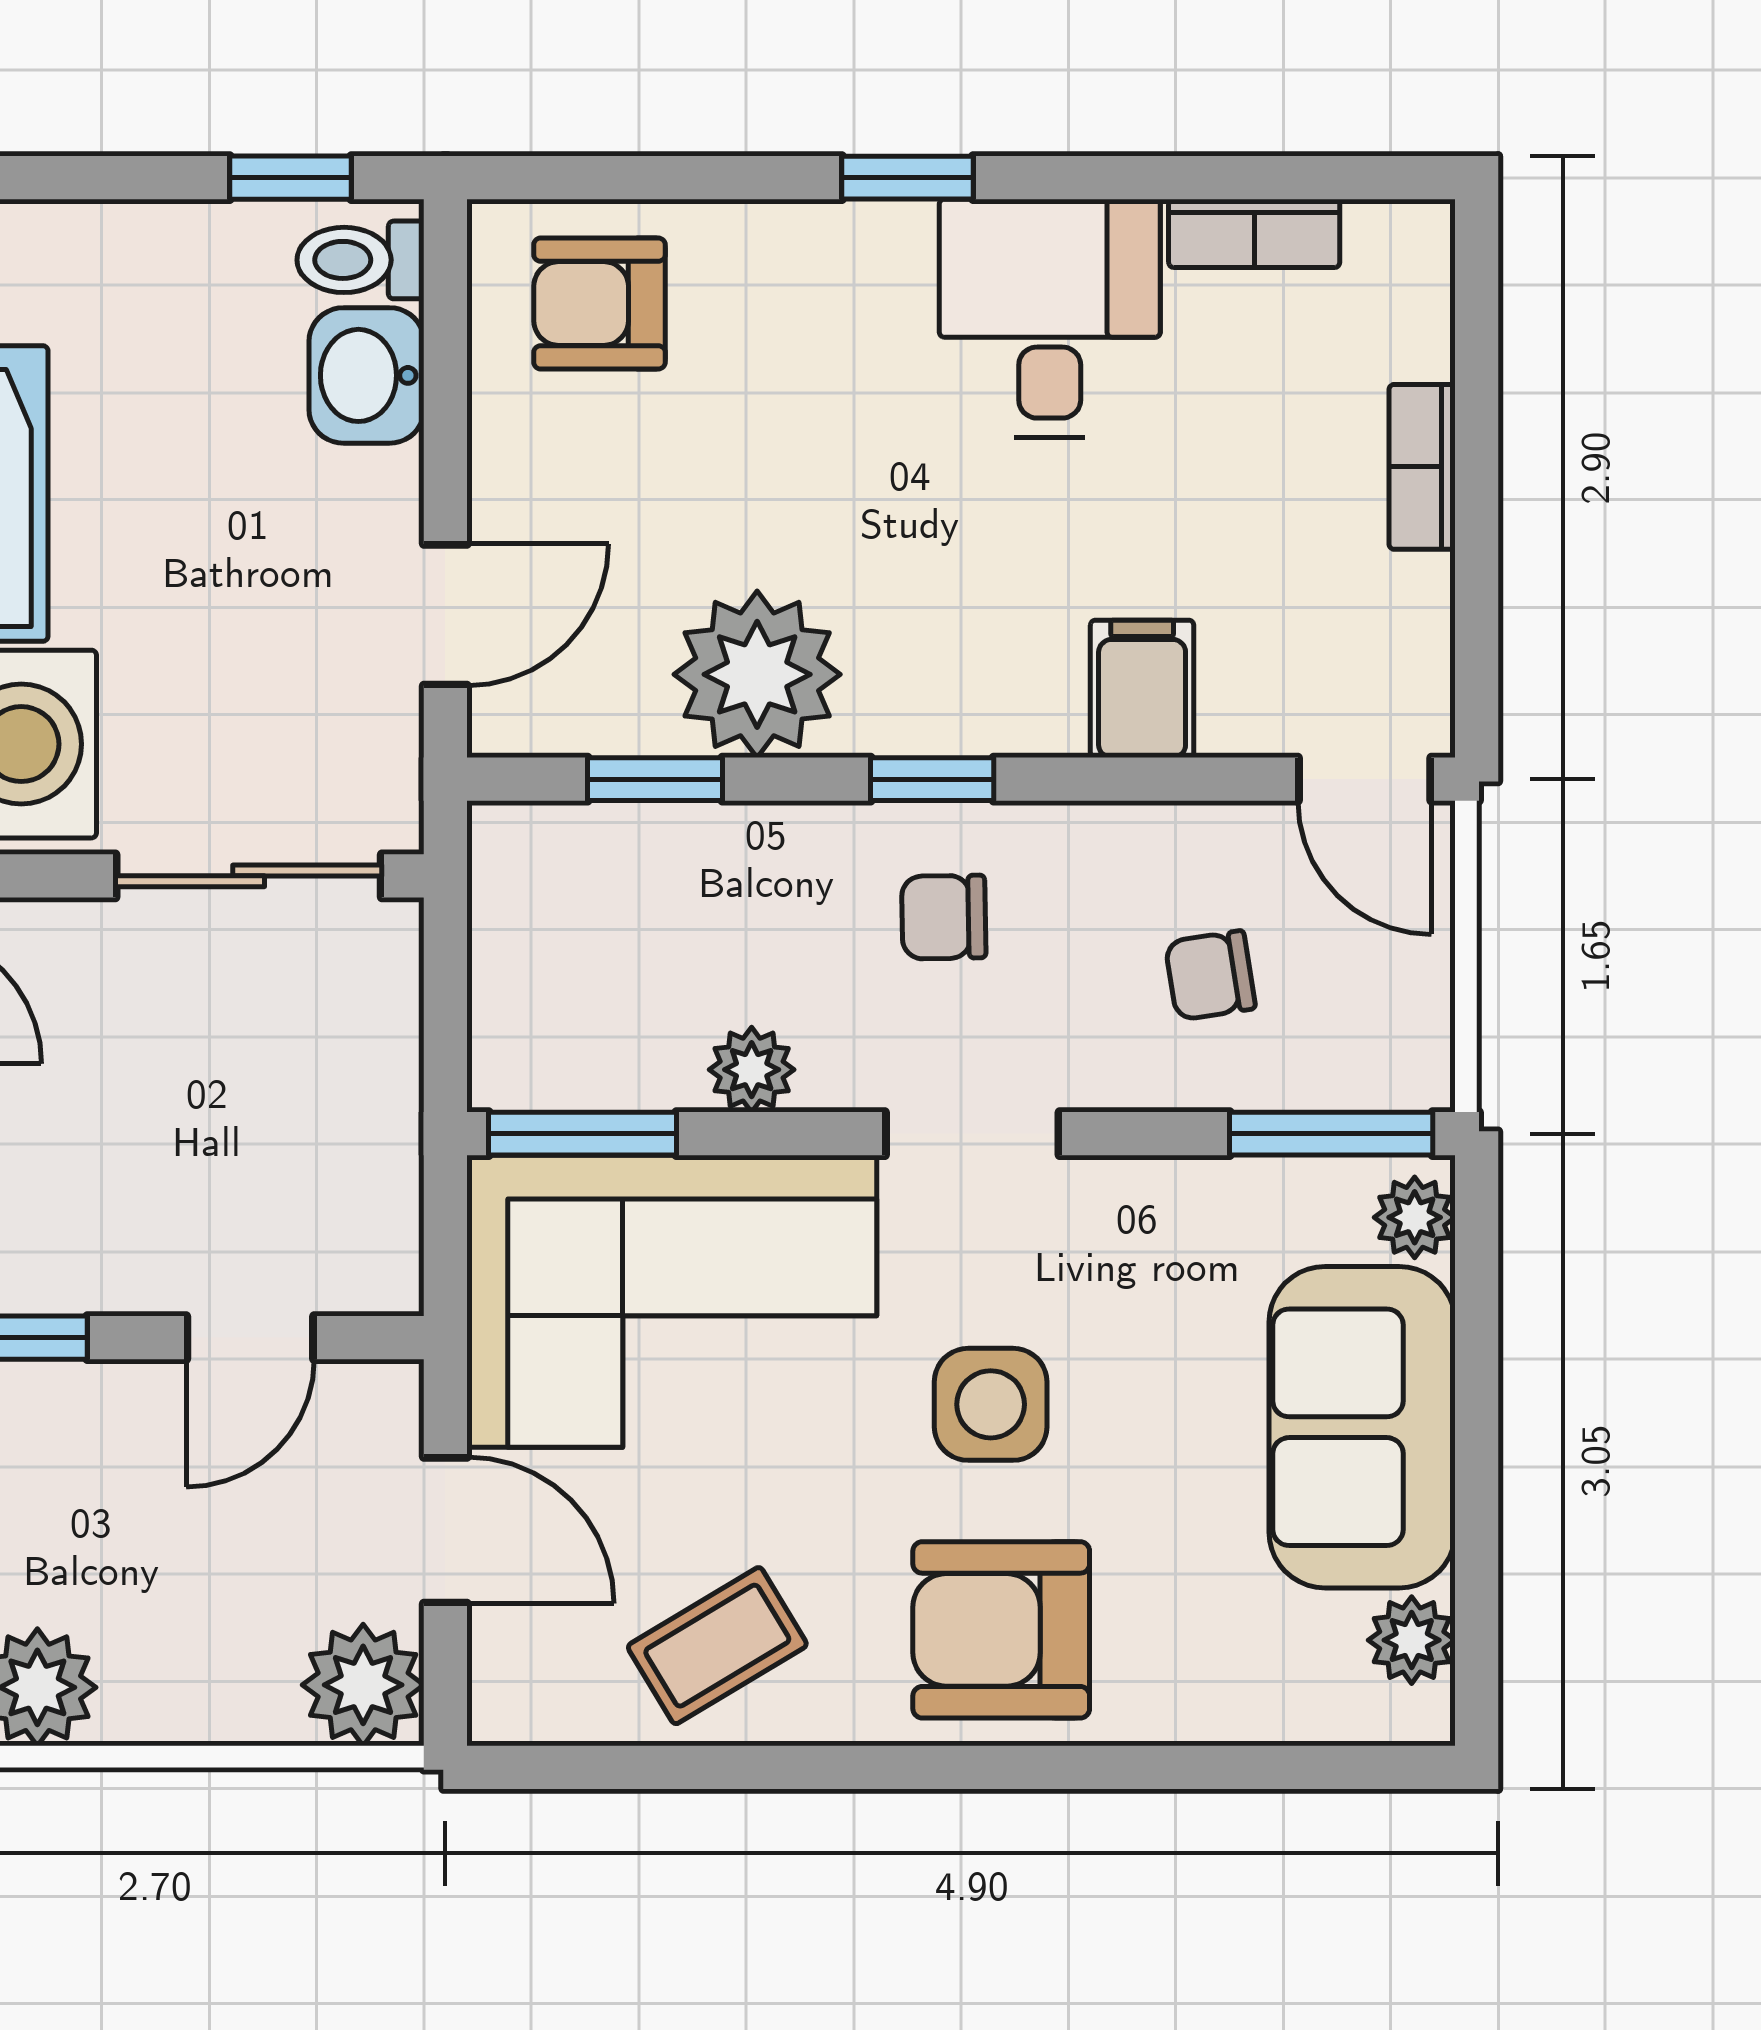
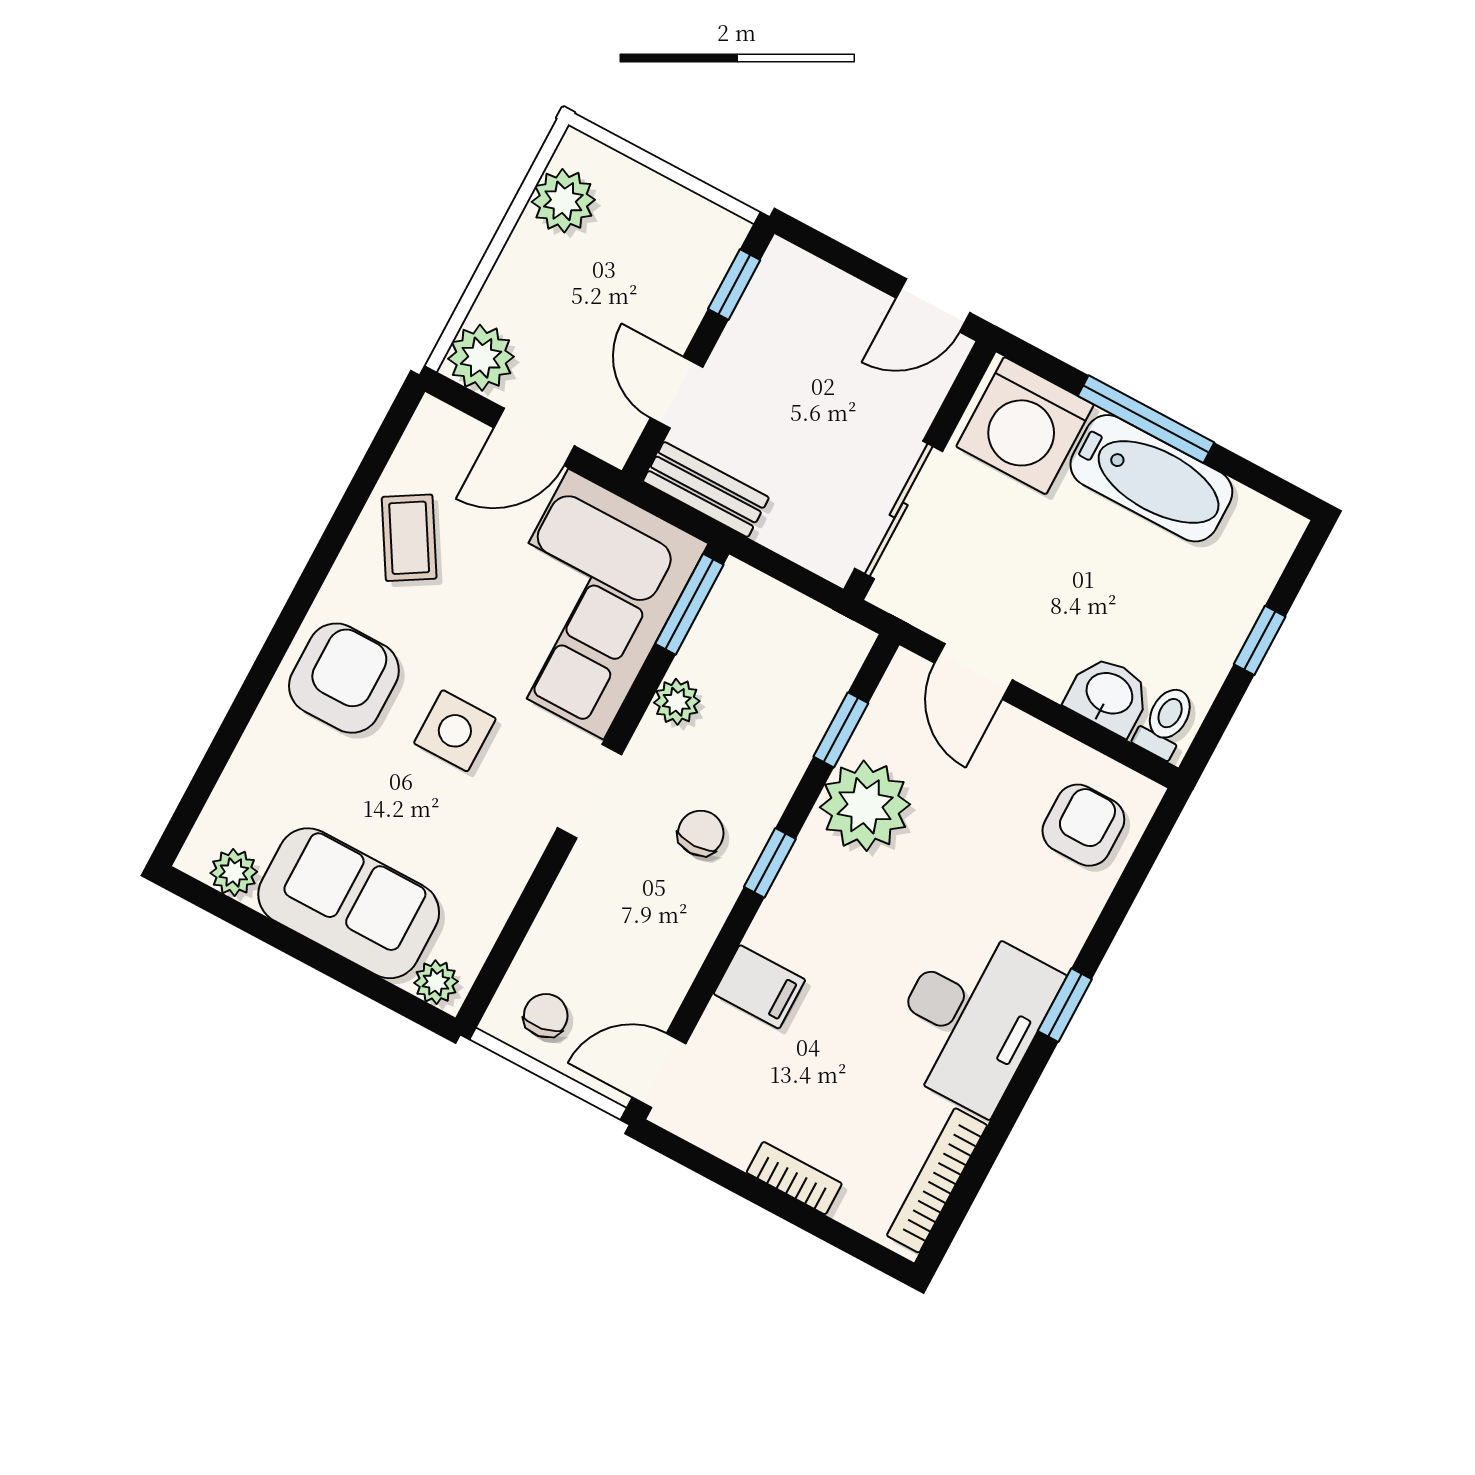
window: (291, 178) -> (1260, 640), moved
bookcase: (1254, 233) -> (937, 1180), width x1.56
desk: (1050, 318) -> (972, 1018), width x1.37
chair: (1210, 975) -> (546, 1016), moved
window: (1331, 1134) -> (498, 964), removed
bench: (382, 1206) -> (706, 489), added

